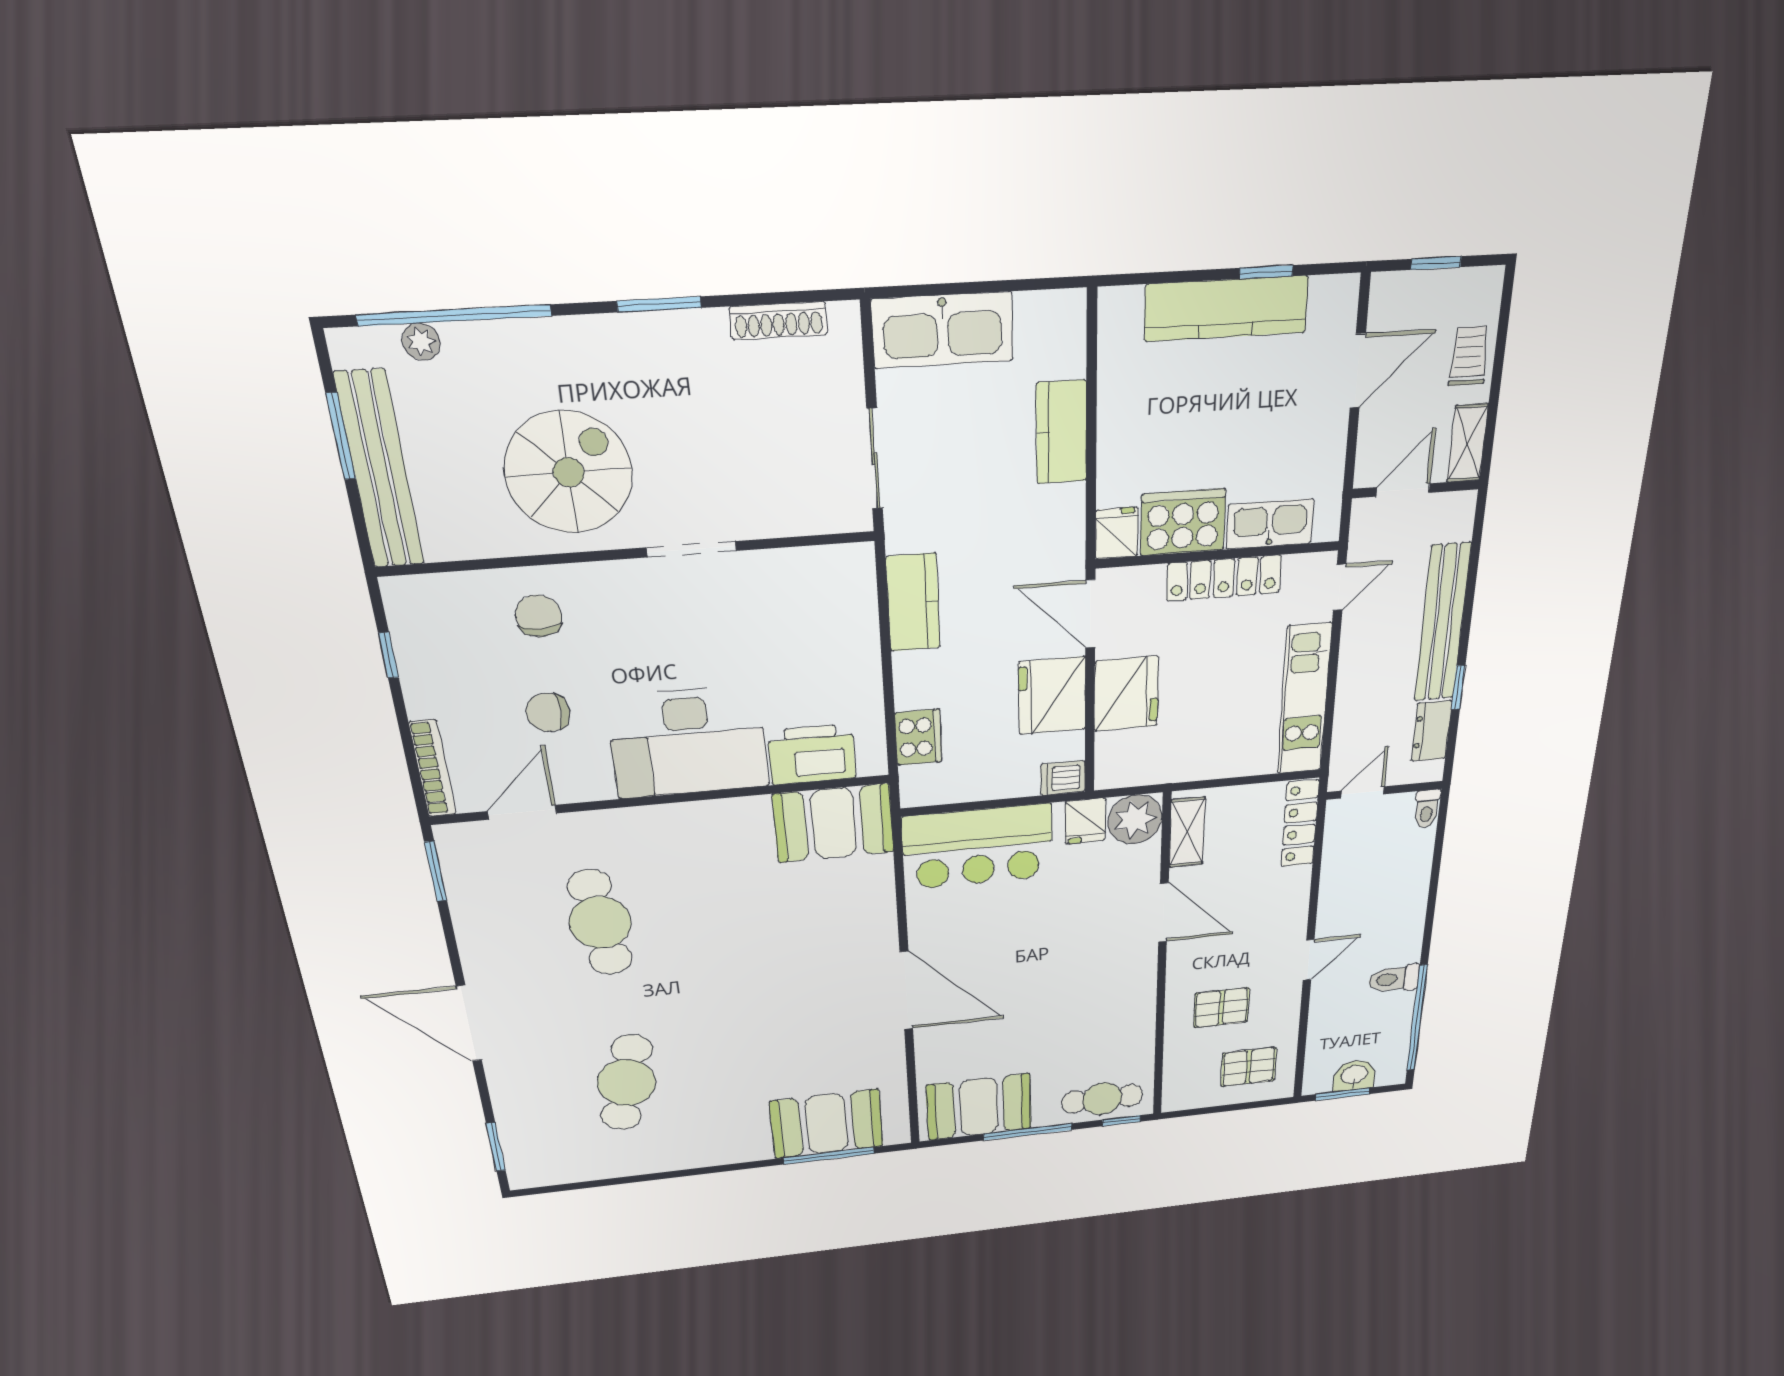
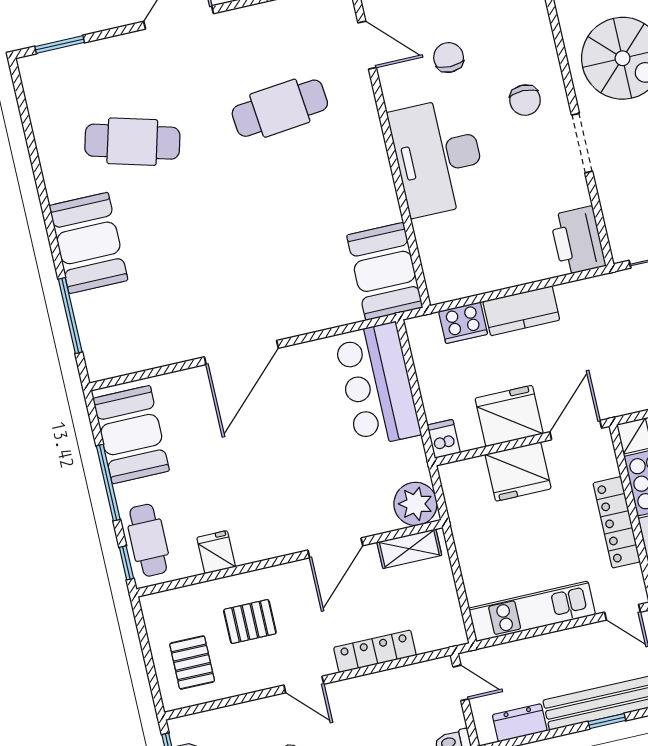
kitchen counter: (913, 603) -> (521, 311), moved
chair: (539, 616) -> (525, 100), moved, turned 90
window: (1458, 687) -> (607, 721), moved
printer: (812, 754) -> (578, 241), moved, turned 180
fridge: (1085, 821) -> (216, 552), moved, turned 90
locker: (1300, 824) -> (375, 651), moved
pallet: (1221, 1008) -> (250, 622), turned 90
booth: (827, 1124) -> (89, 243), moved

